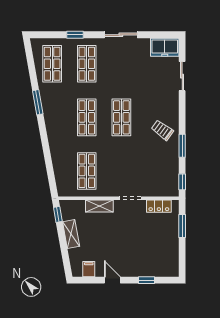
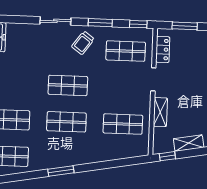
sliding door: (182, 76) -> (55, 21), moved
window: (38, 102) -> (61, 171), moved
shop shelf: (156, 171) -> (126, 51), added

